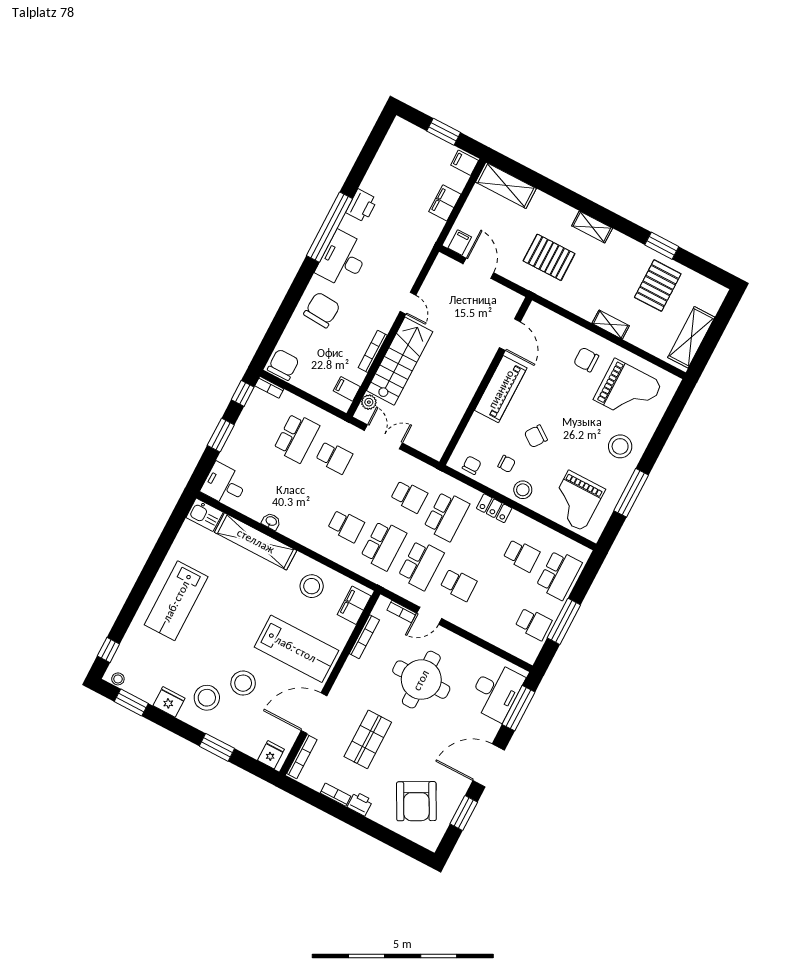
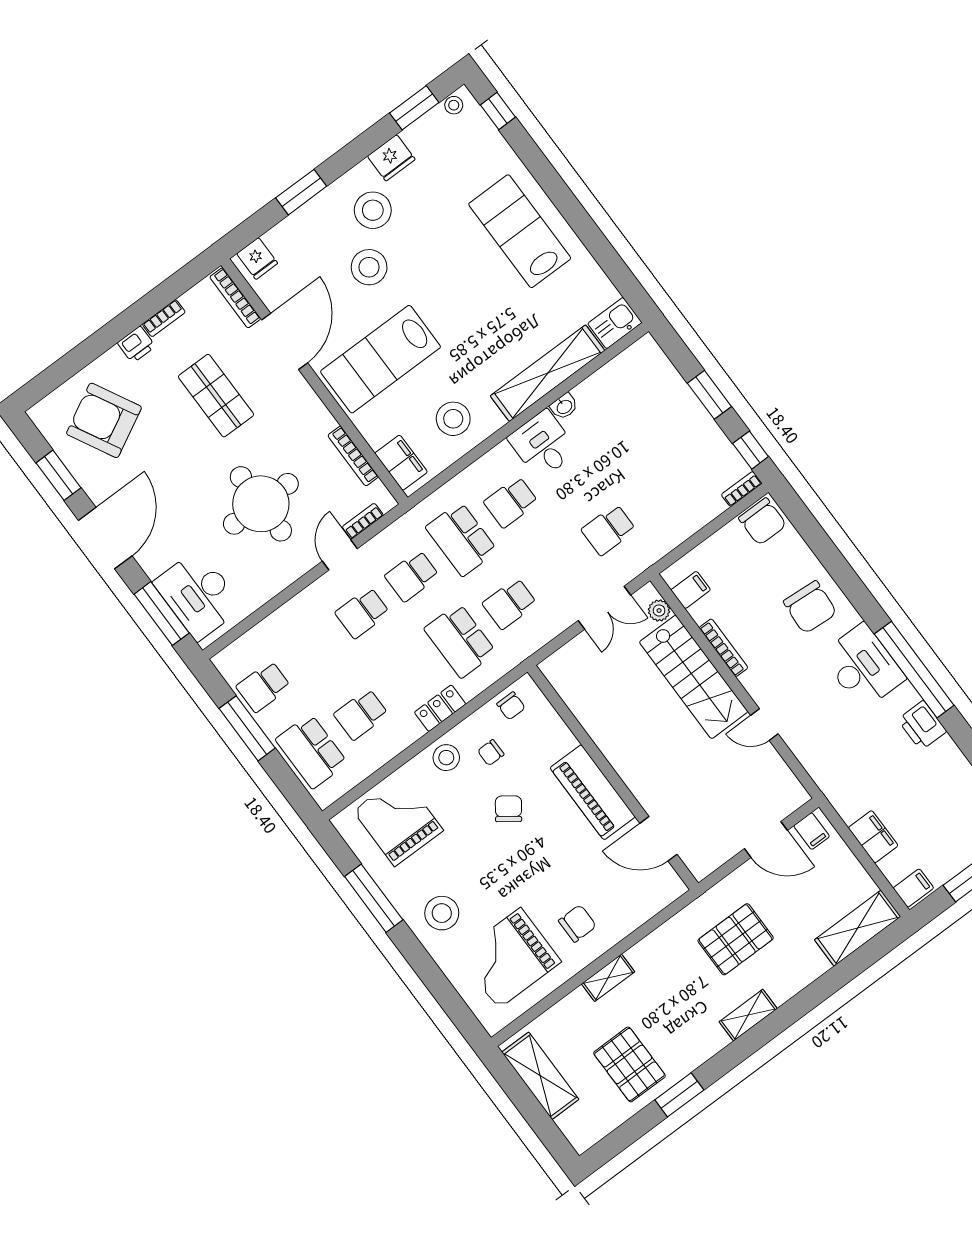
school desk: (297, 438) -> (658, 493), removed
desk: (224, 485) -> (543, 445), moved, turned -90
school desk: (421, 565) -> (412, 576), width x0.54

